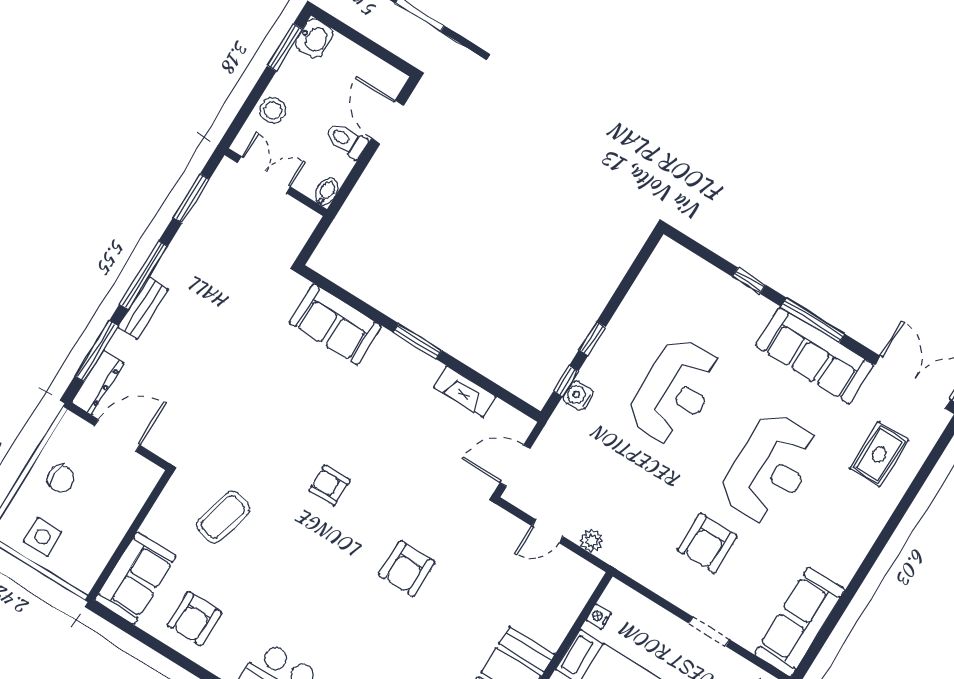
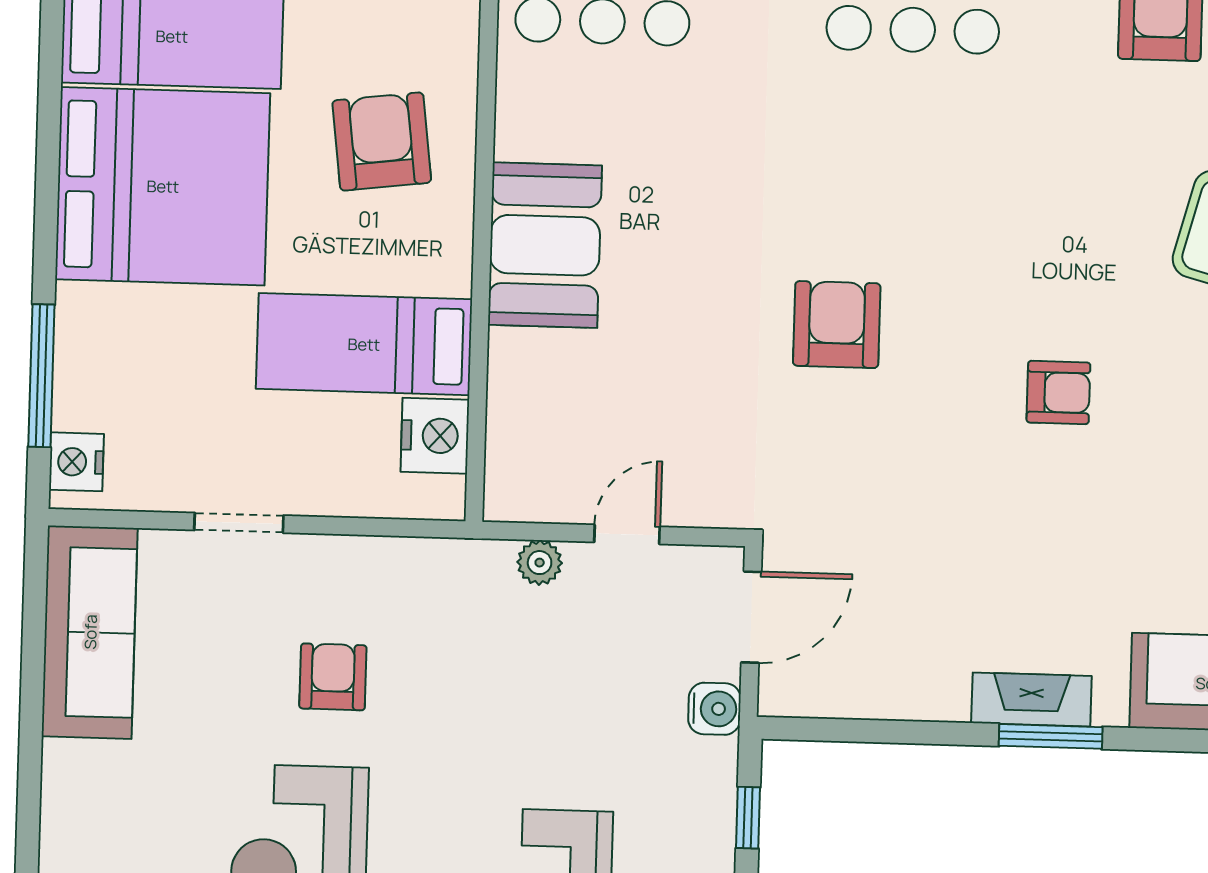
fireplace: (465, 392) -> (1031, 700), moved
water cooler: (578, 396) -> (714, 709), moved
armchair: (707, 543) -> (333, 677), width x0.72, depth x0.72
nightstand: (599, 616) -> (435, 436), width x1.89, depth x1.79

